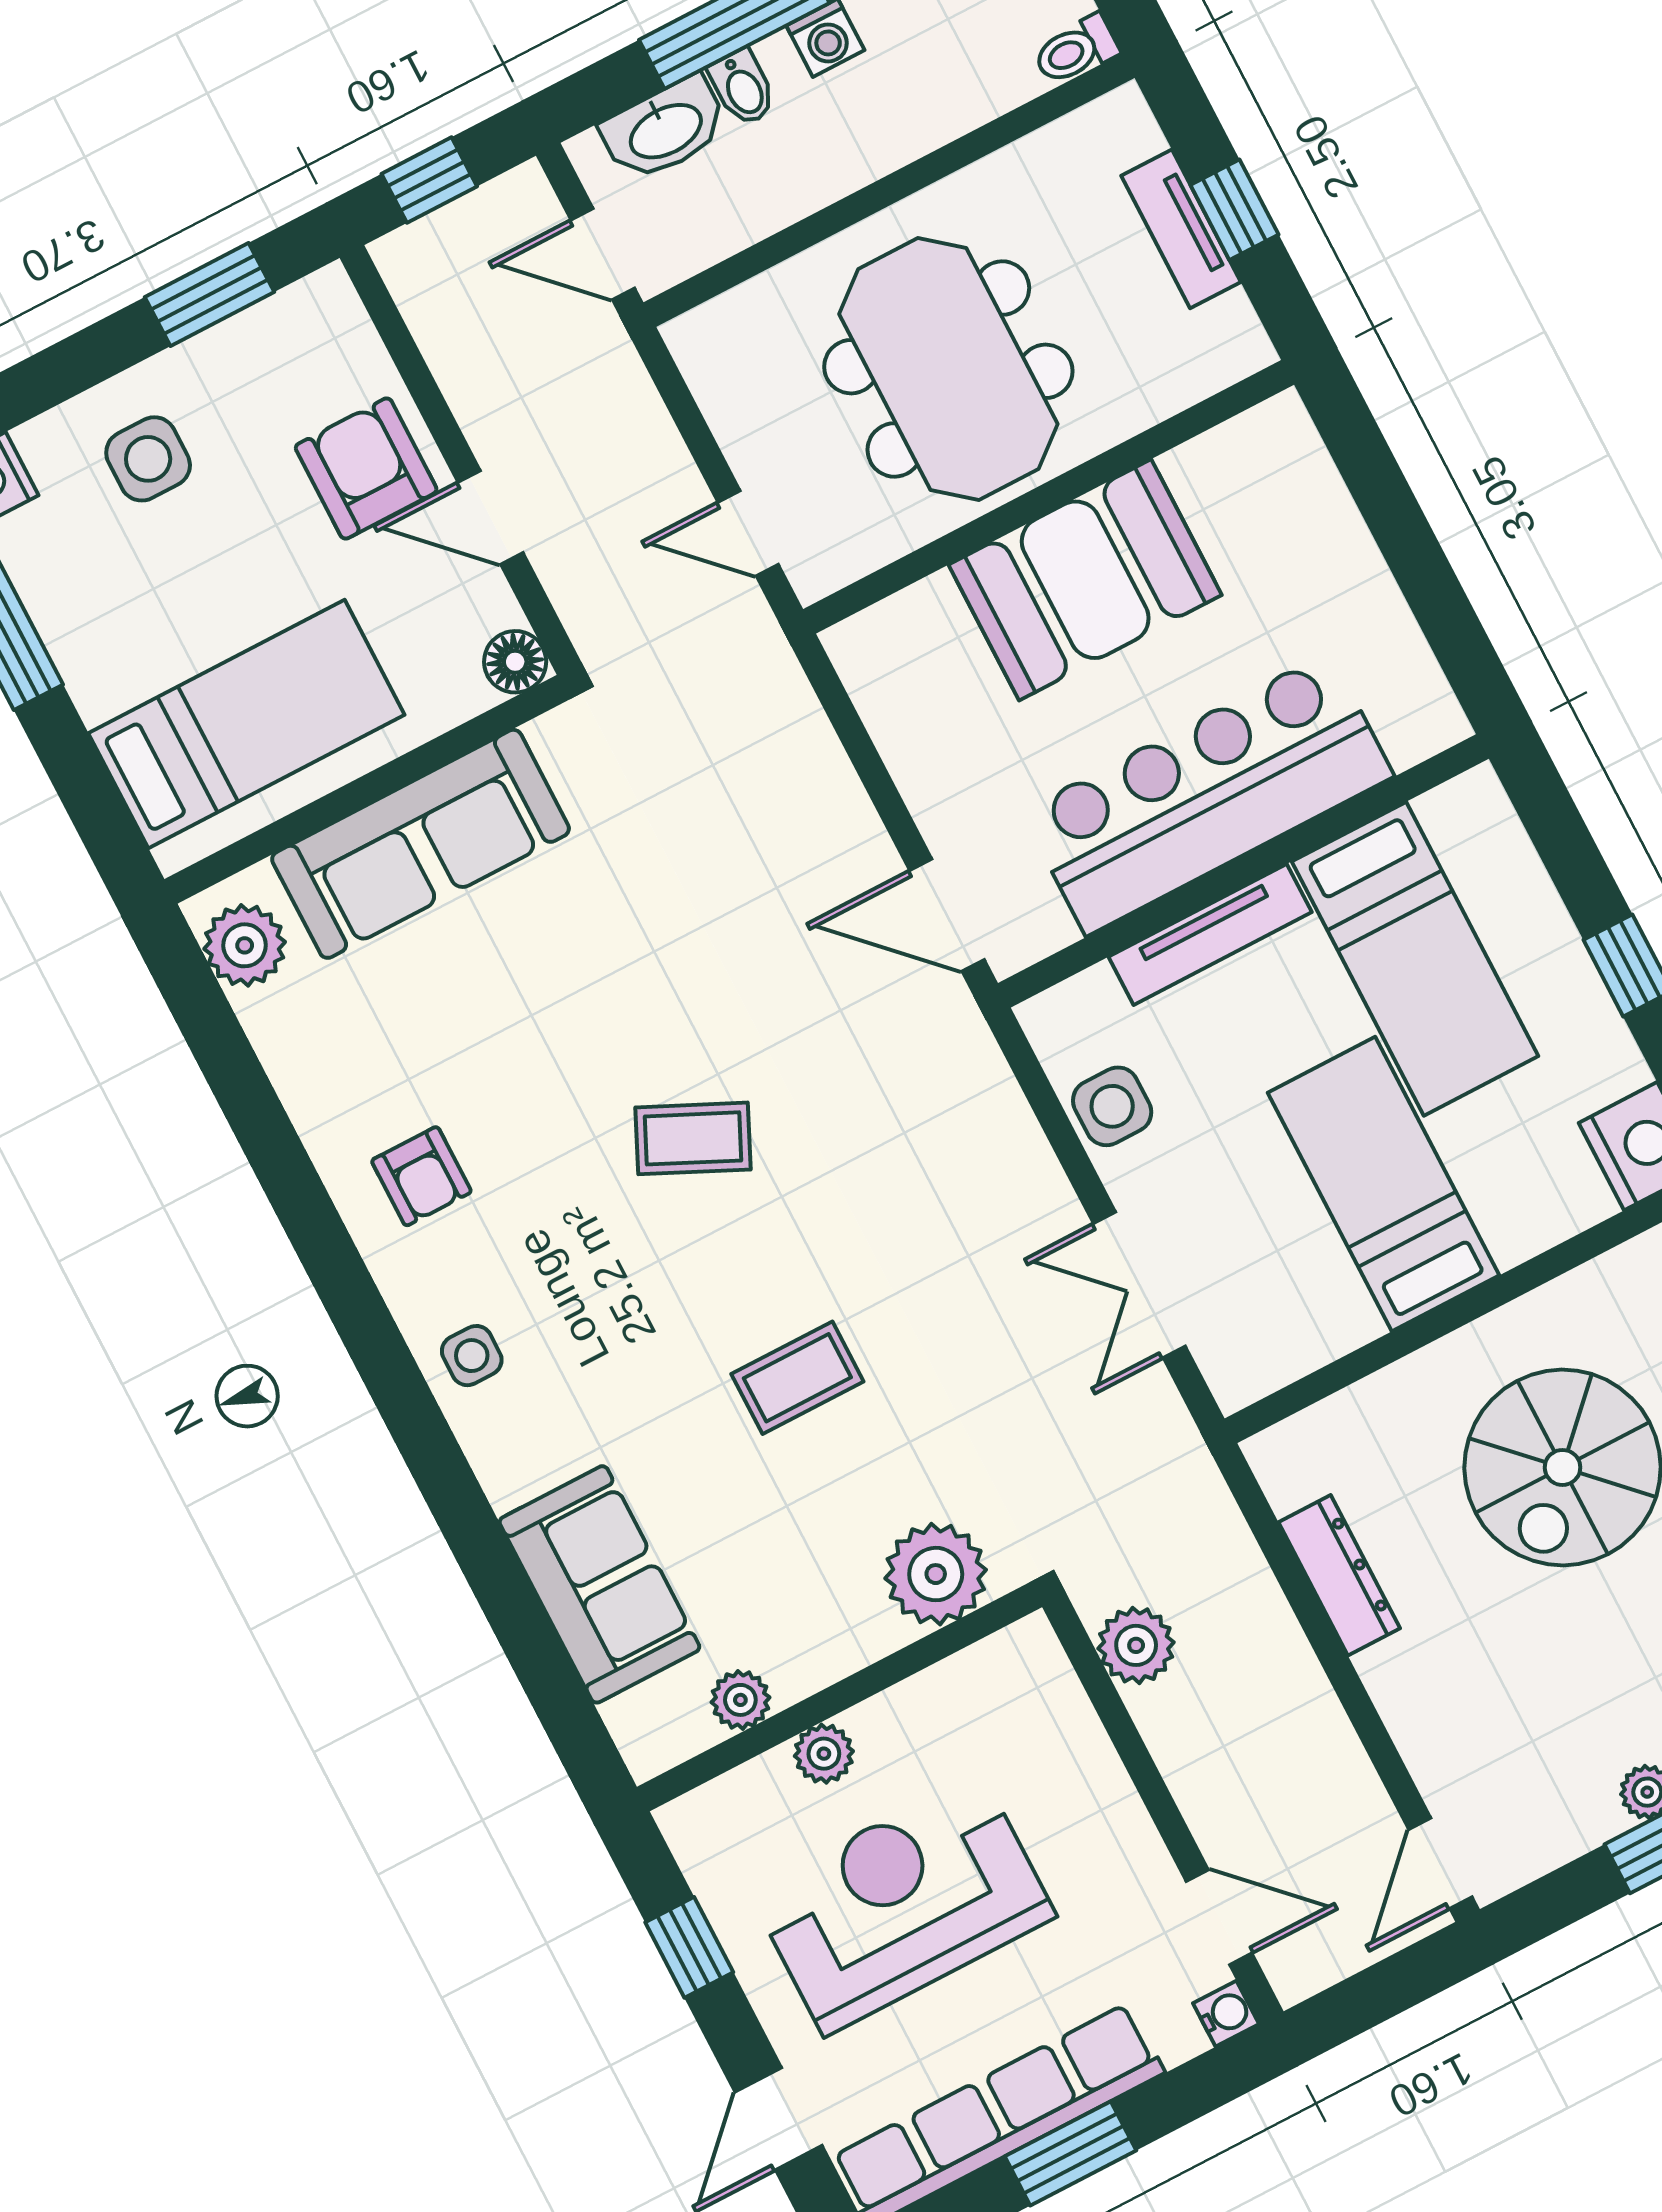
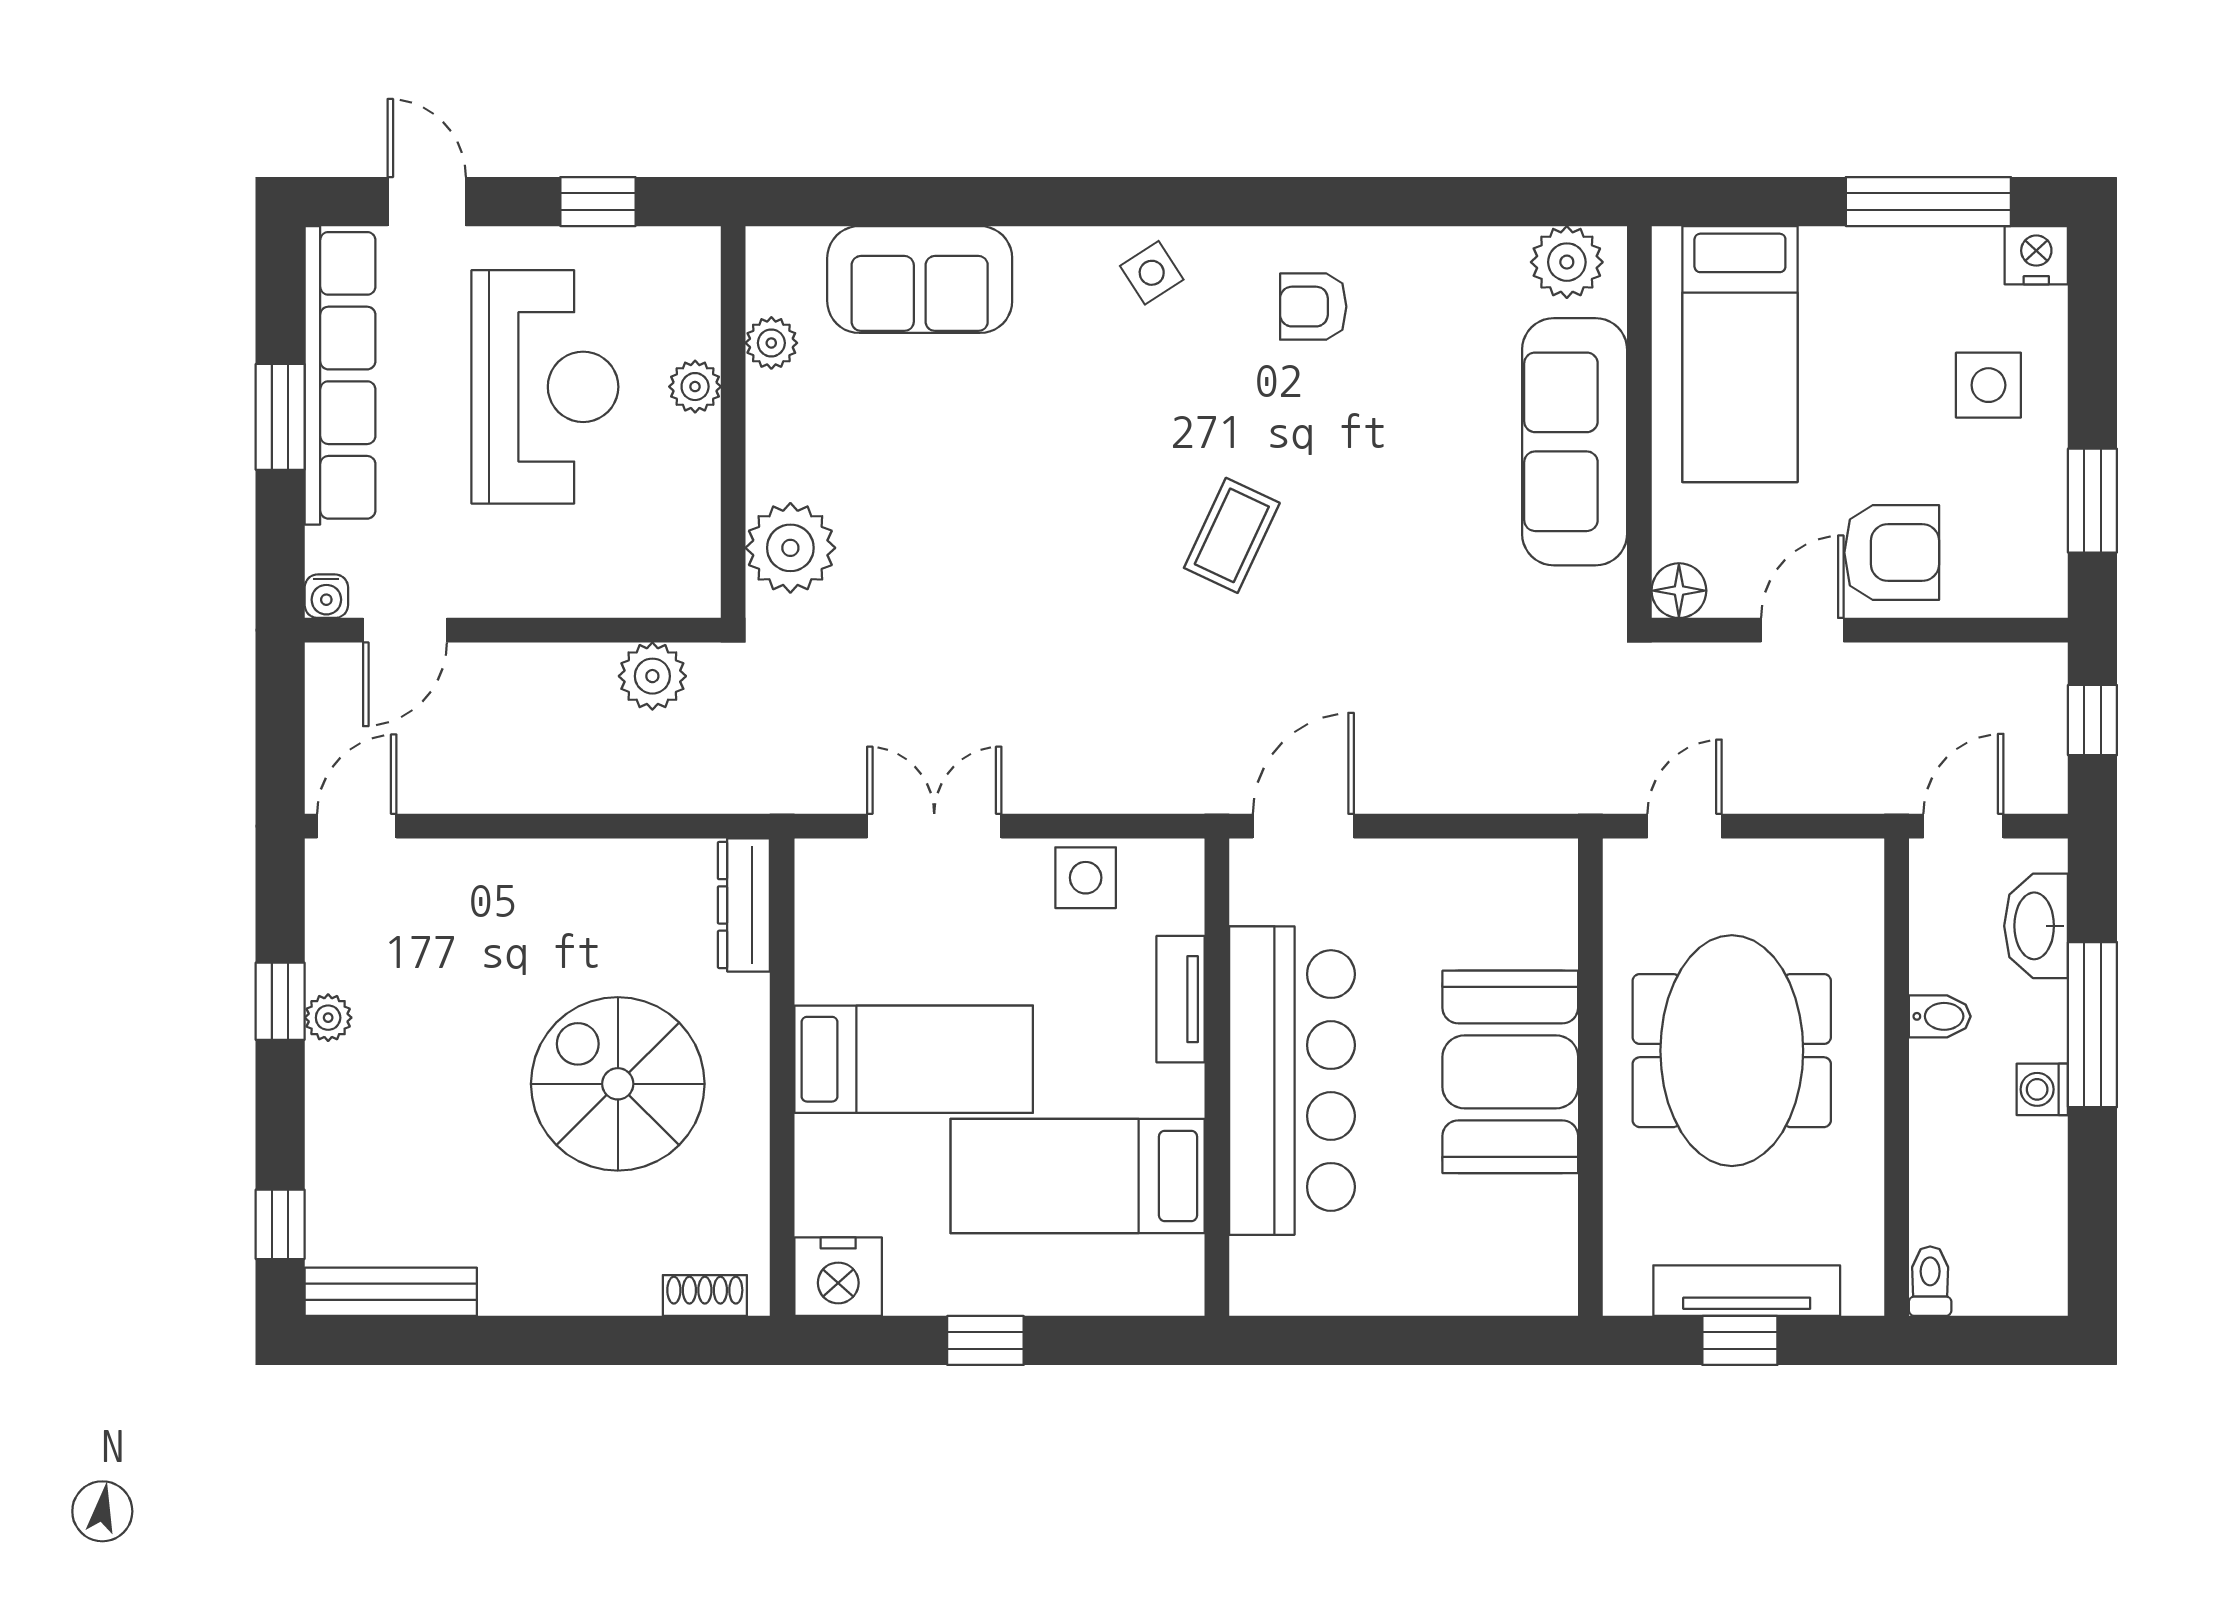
bidet: (743, 88) -> (1940, 1016), moved, turned 180
tv unit: (1181, 229) -> (1747, 1291), width x1.41
meeting table: (948, 369) -> (1732, 1051), turned 90
tv unit: (1210, 934) -> (1181, 999), width x0.71
side table: (472, 1356) -> (1152, 273), turned -33
coffee table: (797, 1378) -> (1001, 520), removed
dresser: (1339, 1575) -> (744, 905), moved, turned 90
door: (1440, 1863) -> (357, 826), hinge flipped

